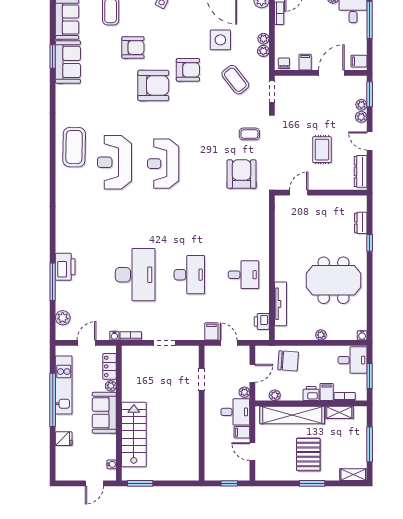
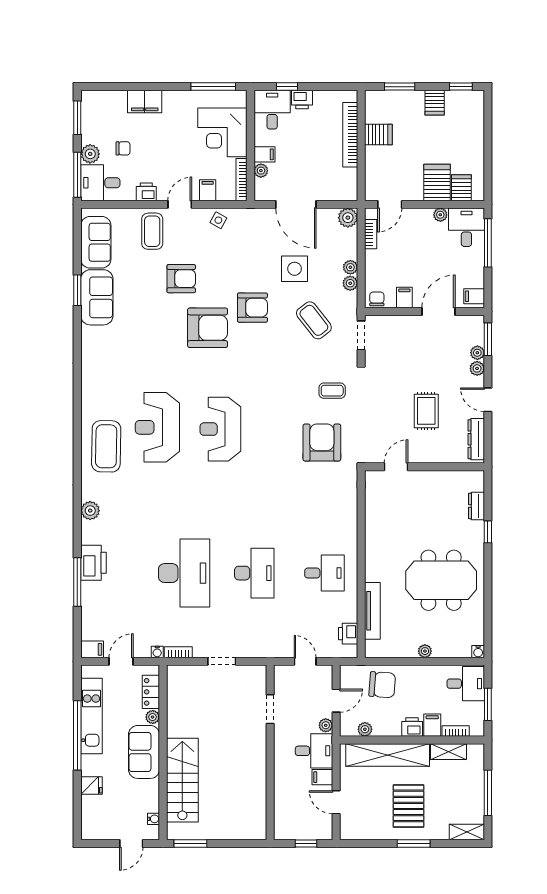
coffee table: (74, 147) -> (106, 446), moved
plant: (63, 318) -> (90, 511), moved
filing cabinet: (211, 331) -> (92, 649), moved, turned 90

